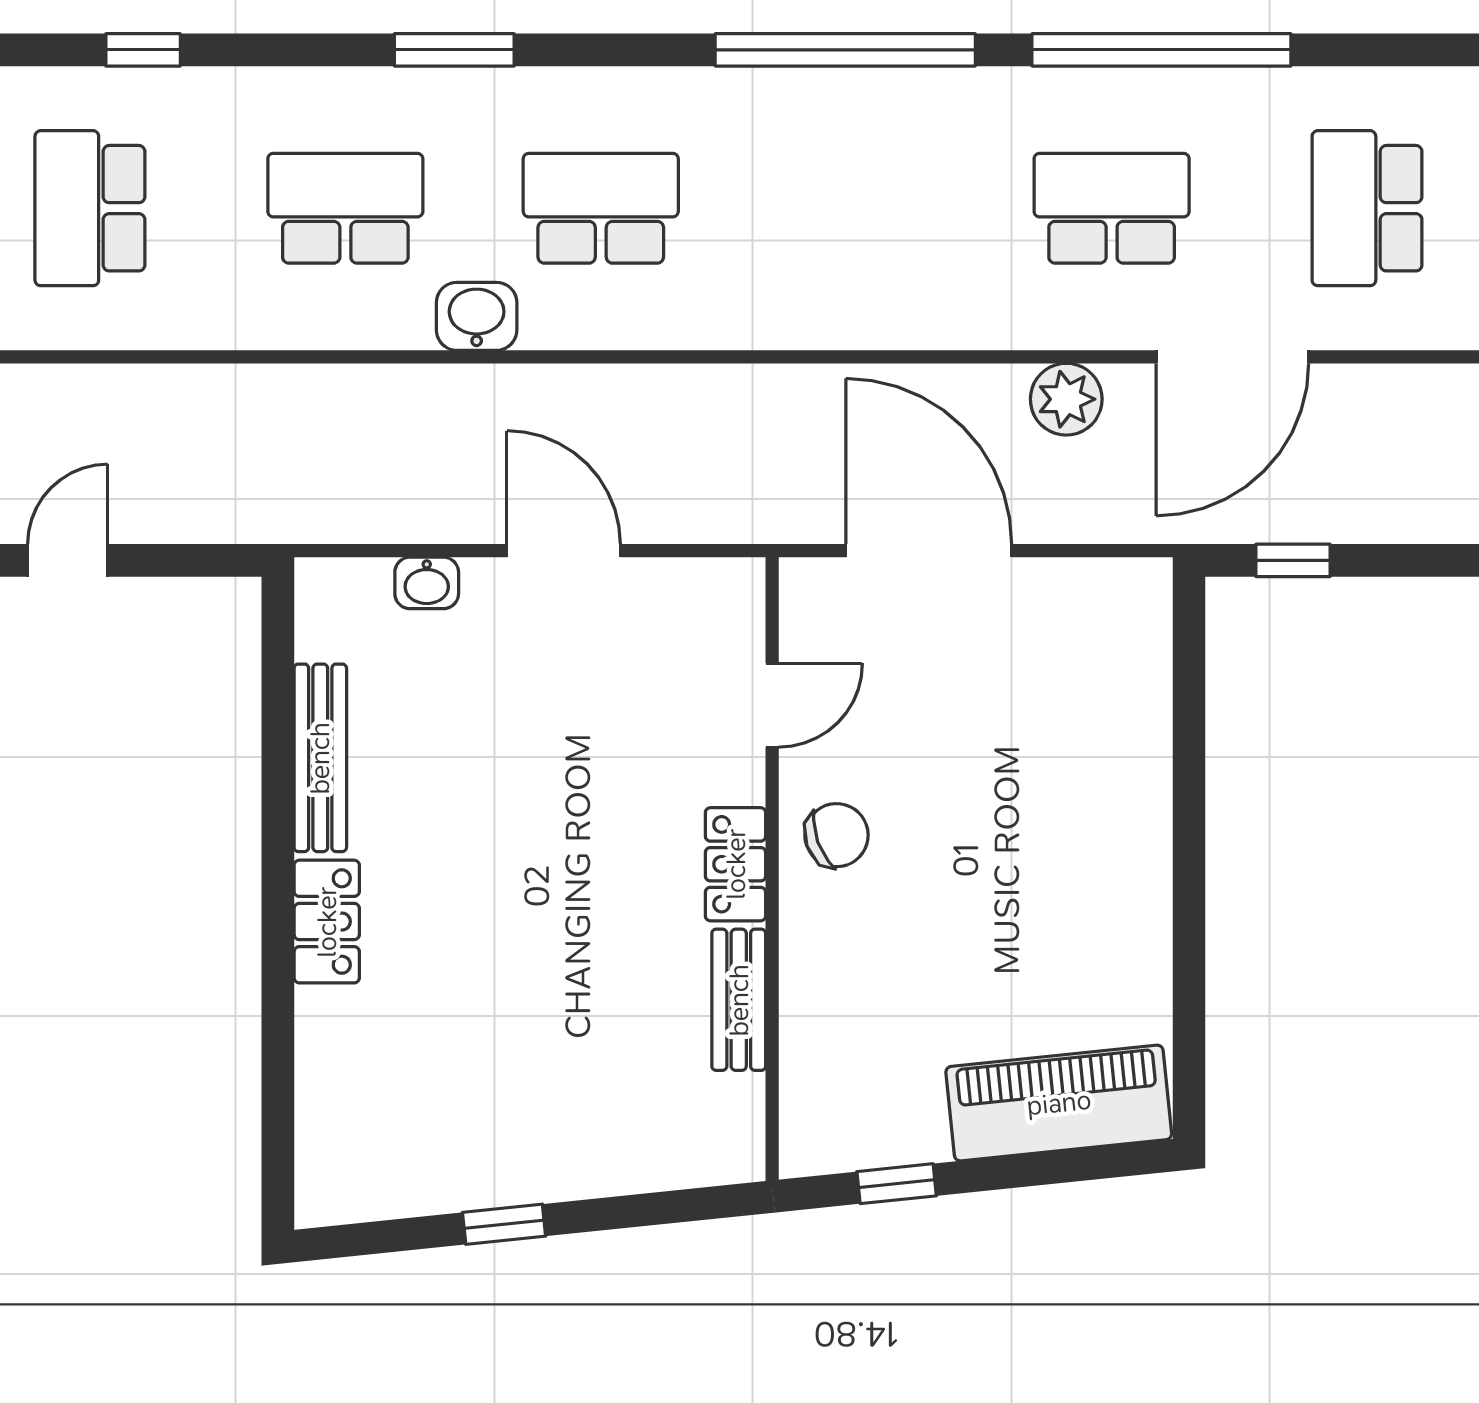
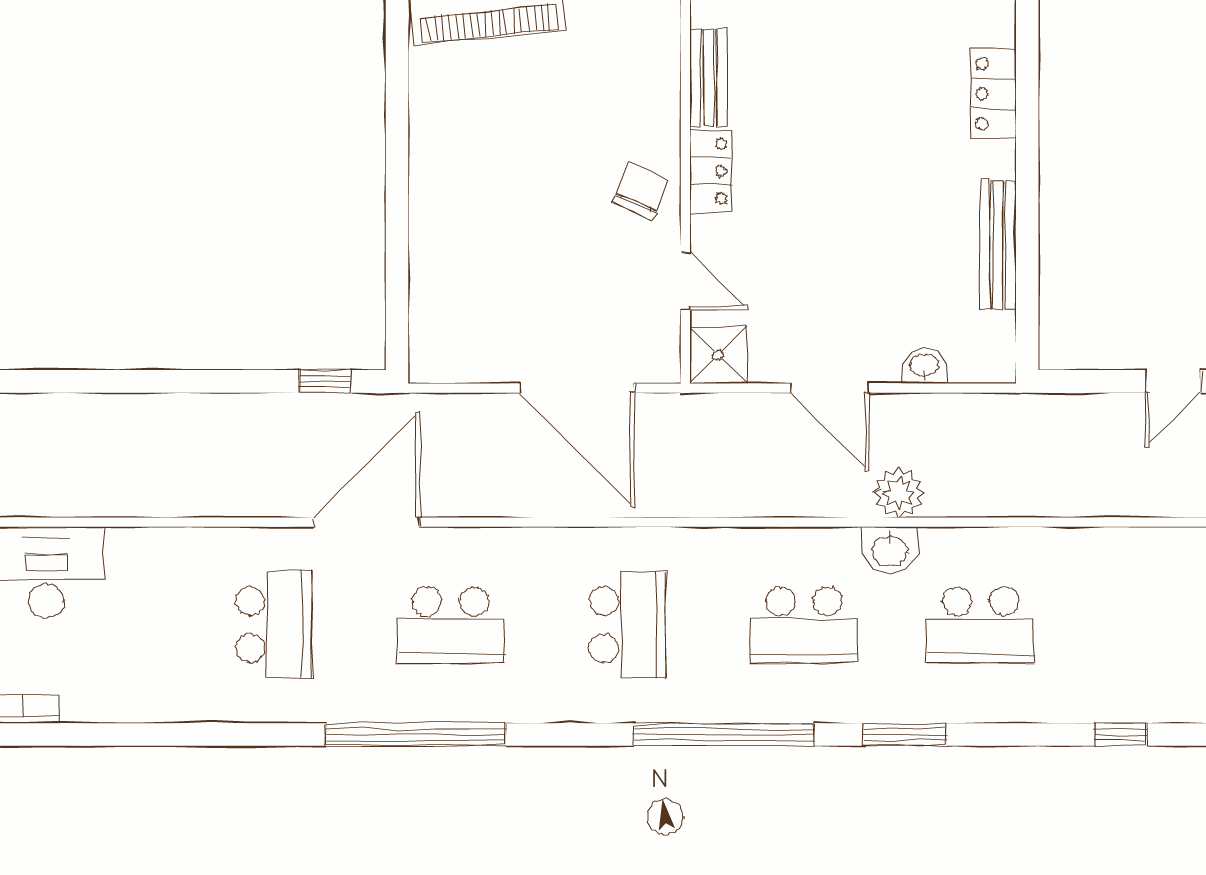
window: (845, 50) -> (724, 734), moved
school desk: (90, 208) -> (627, 625), moved
plant: (1066, 399) -> (899, 493), moved
shower: (725, 598) -> (718, 355), added
door: (772, 705) -> (685, 281), swing flipped
chair: (837, 835) -> (641, 191), turned 134
locker: (327, 922) -> (993, 94), moved

